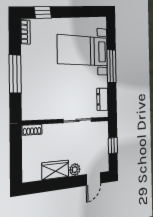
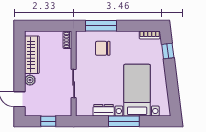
window: (15, 74) -> (101, 26), moved
chair: (41, 88) -> (103, 48), added
dresser: (102, 99) -> (104, 110), moved
wardrobe: (55, 170) -> (32, 55), width x1.50

